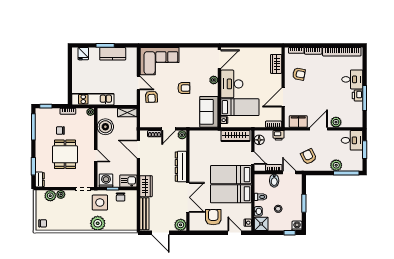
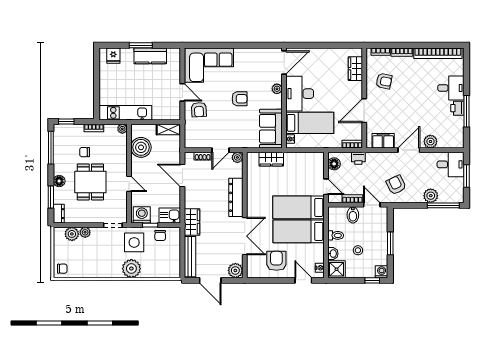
wardrobe: (236, 136) -> (271, 159), moved, width x0.67
floor lamp: (40, 154) -> (59, 181), added

